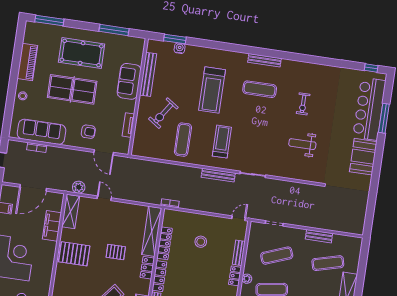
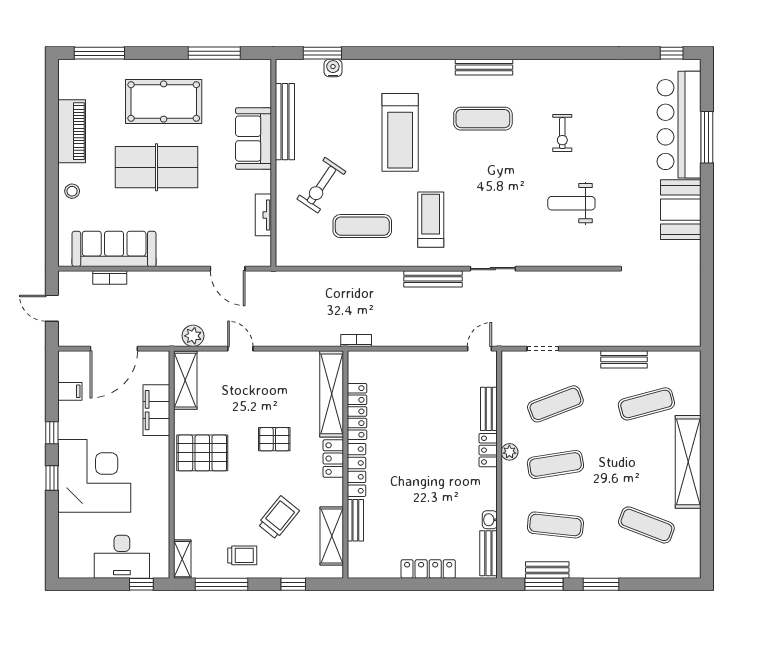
armchair: (88, 132) -> (196, 237), removed
exercise mat: (183, 140) -> (362, 226), turned 90
stool: (201, 242) -> (420, 399), removed

